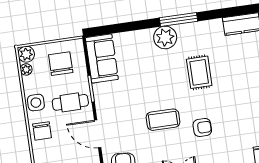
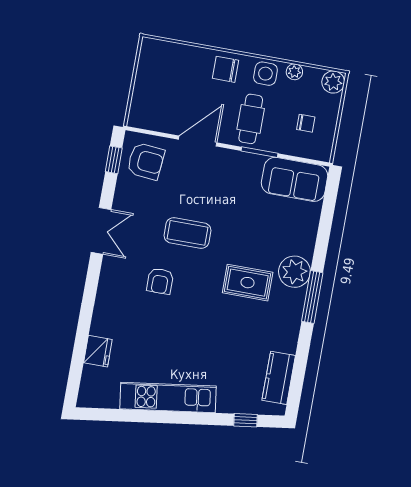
chair: (61, 64) -> (306, 123), width x0.54, depth x0.54
plant: (26, 69) -> (294, 72), moved
rug: (199, 72) -> (248, 283), moved
coffee table: (163, 120) -> (188, 233), turned 90

